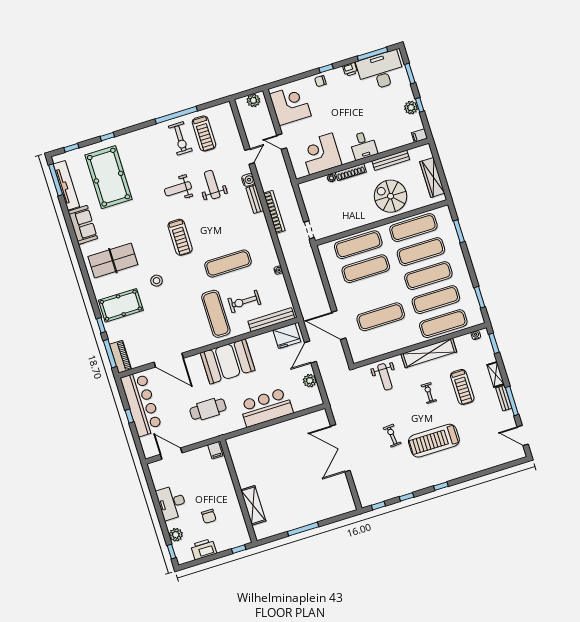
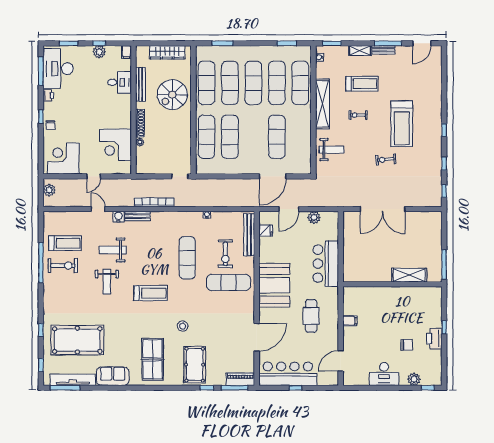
desk: (363, 145) -> (120, 82), moved
fridge: (287, 336) -> (266, 231), width x0.53, depth x0.75
door: (310, 352) -> (289, 209), hinge flipped
wall: (238, 491) -> (392, 284), moved
shelving: (253, 505) -> (409, 275), moved
printer: (204, 549) -> (434, 339), moved

